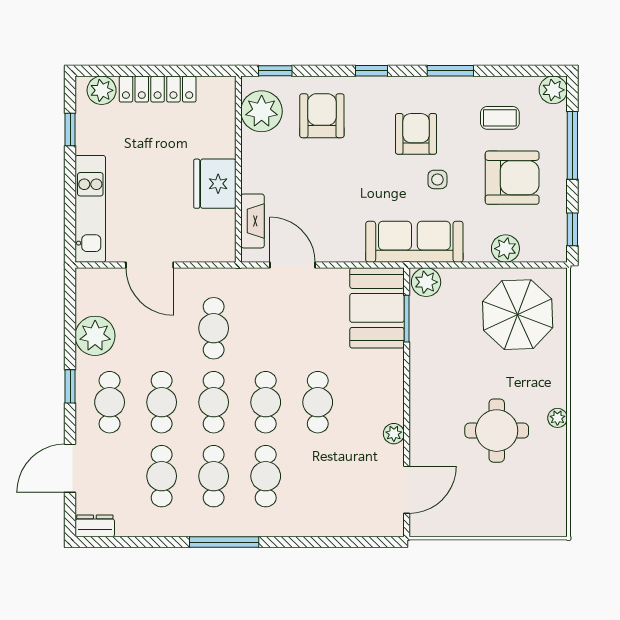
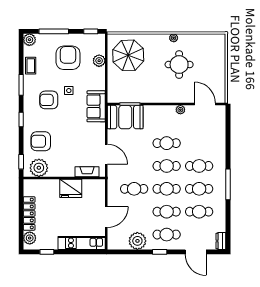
coffee table: (500, 118) -> (31, 66), moved
sofa: (414, 242) -> (96, 106), width x0.73
door: (293, 265) -> (106, 154), swing flipped
plant: (426, 282) -> (114, 96), removed

